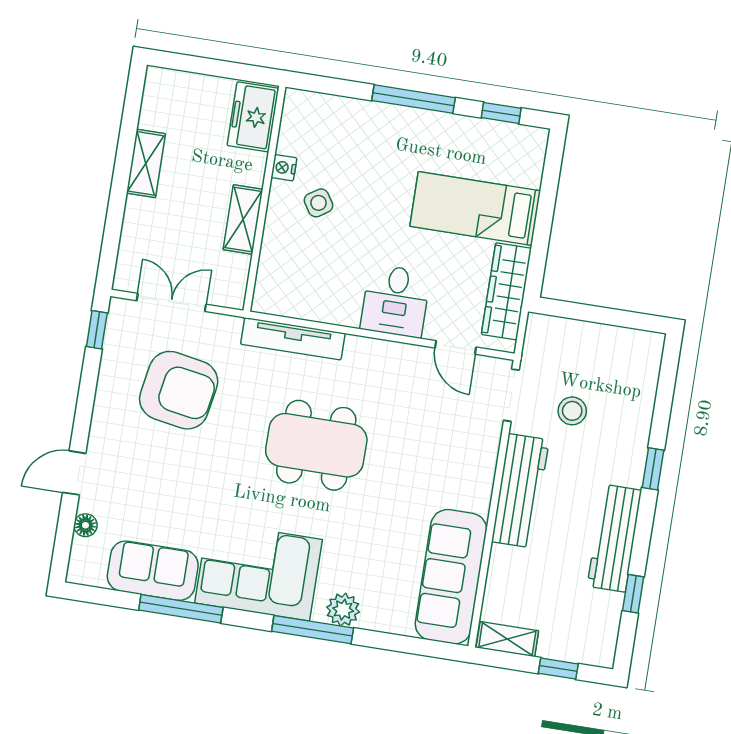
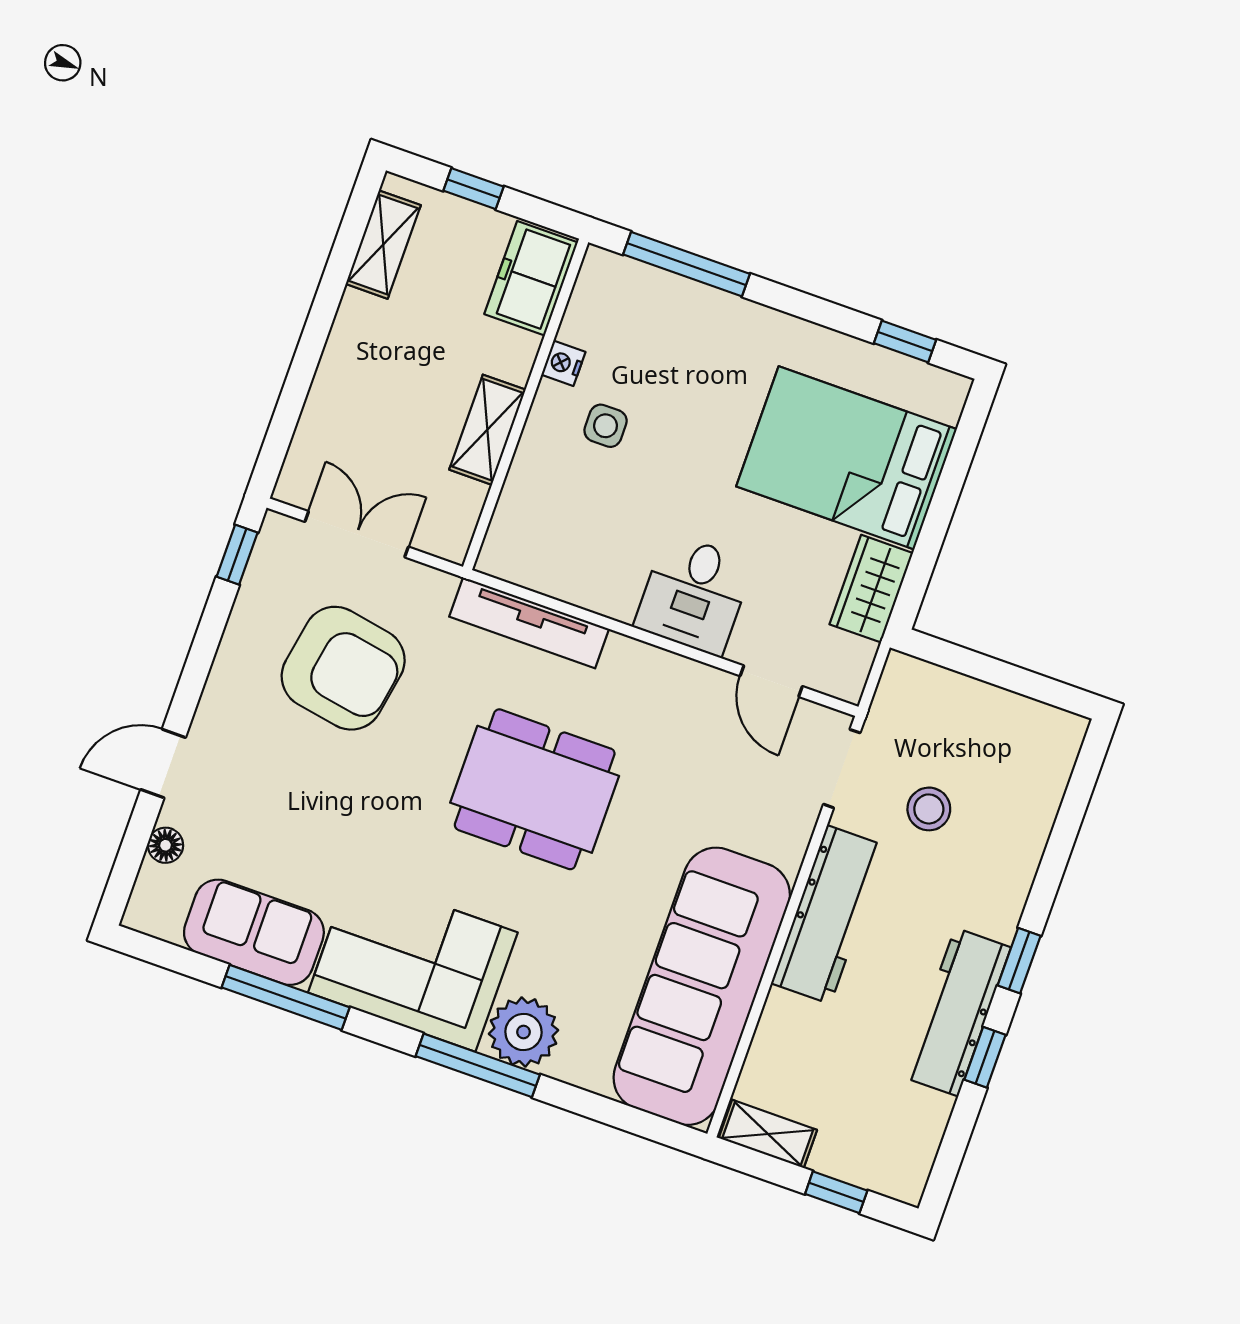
window: (205, 66) -> (474, 189), added
window: (413, 99) -> (687, 264), moved
shelving: (146, 163) -> (383, 245), moved
side table: (319, 203) -> (606, 426), turned 33
bed: (475, 209) -> (846, 458), width x1.50
wardrobe: (506, 291) -> (871, 589), width x0.67
window: (653, 469) -> (1019, 961), moved
sofa: (451, 577) -> (702, 986), width x1.36, depth x1.27
window: (633, 594) -> (985, 1057), moved
plant: (343, 610) -> (523, 1032), width x1.36, depth x1.36

